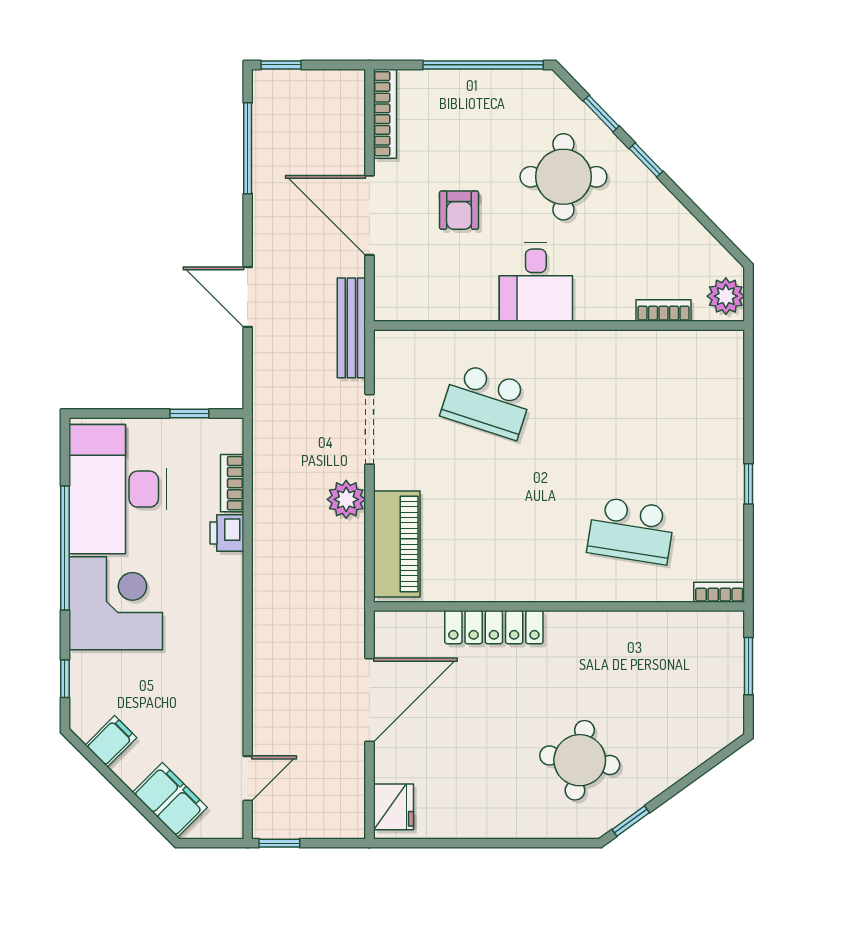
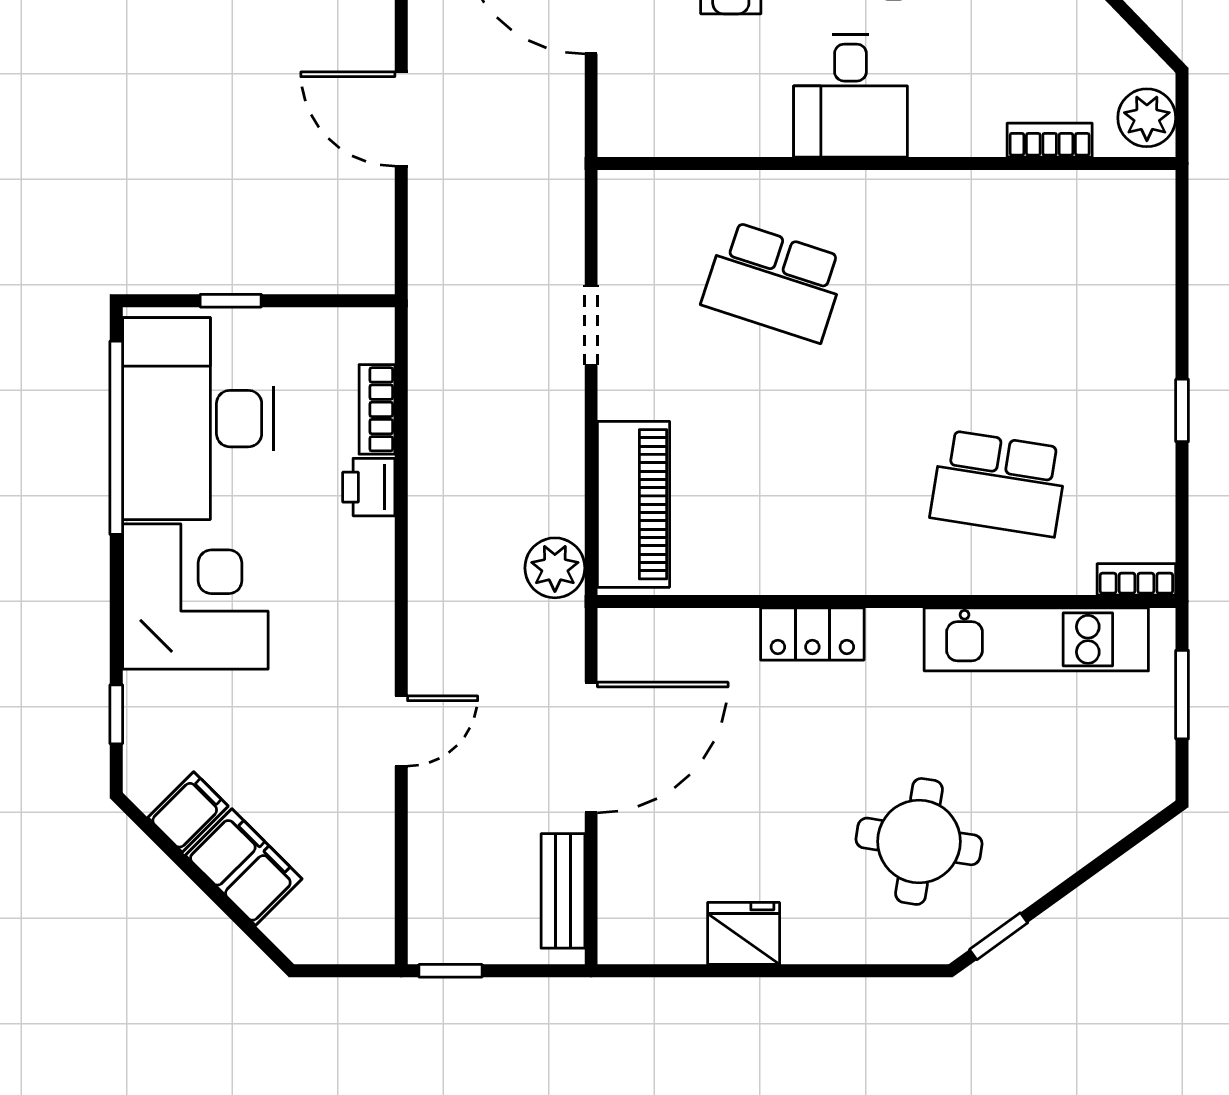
bench: (351, 328) -> (563, 891), moved, width x0.73
window: (189, 413) -> (231, 301), moved
doorway: (369, 429) -> (591, 325), width x0.73
plant: (346, 499) -> (555, 568), moved
window: (65, 548) -> (116, 438), moved
locker: (494, 627) -> (812, 634), width x0.66
kitchen unit: (655, 631) -> (1036, 639), added
door: (248, 778) -> (401, 731), moved
filing cabinet: (170, 800) -> (244, 867), moved
fridge: (393, 807) -> (744, 933), moved, turned -90

